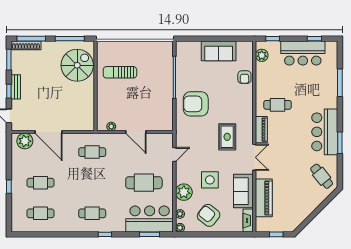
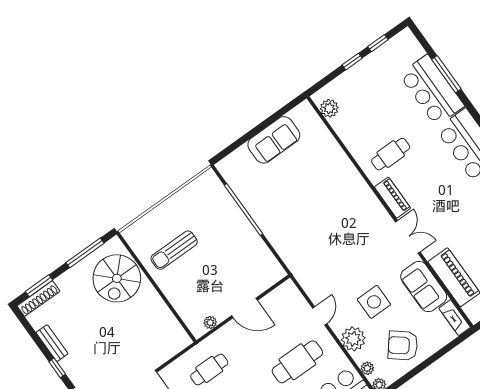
window: (31, 39) -> (39, 286), width x0.69
window: (273, 39) -> (352, 62), moved
bar counter: (303, 53) -> (432, 90), moved, turned 90
window: (9, 60) -> (30, 330), removed
spiral stairs: (77, 65) -> (117, 278), turned 180
armchair: (244, 77) -> (327, 149), removed
bench: (16, 87) -> (52, 343), moved
armchair: (196, 104) -> (292, 223), removed
rug: (227, 137) -> (358, 235), removed
door: (174, 155) -> (320, 316), moved

